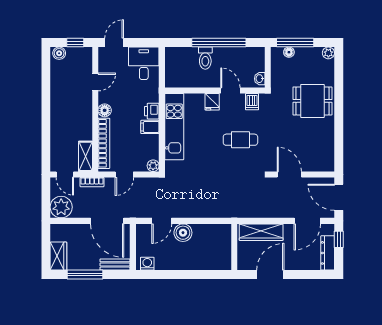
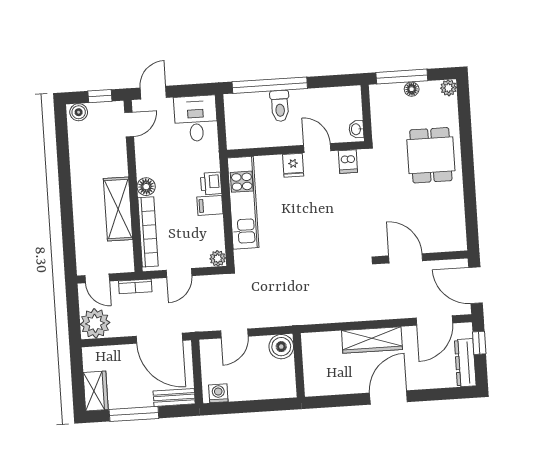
window: (219, 43) -> (270, 85), moved
floor lamp: (289, 52) -> (412, 89), moved
door: (95, 82) -> (129, 125), moved
dining table: (312, 101) -> (431, 155), turned 90
cafe table: (240, 140) -> (335, 215), removed
shelving: (85, 156) -> (118, 209), moved, width x1.50, depth x1.33
boiler: (183, 233) -> (281, 347), moved
wall: (234, 247) -> (299, 365), moved

